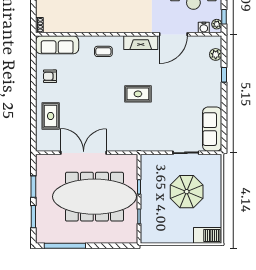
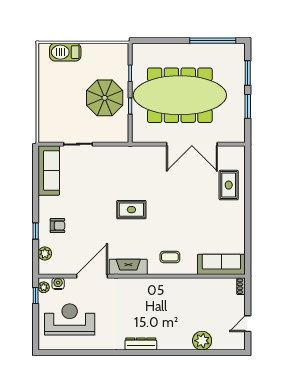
armchair: (50, 76) -> (57, 226), moved
parasol: (187, 192) -> (105, 98), moved
barbecue: (208, 235) -> (65, 52), moved

